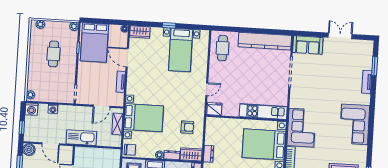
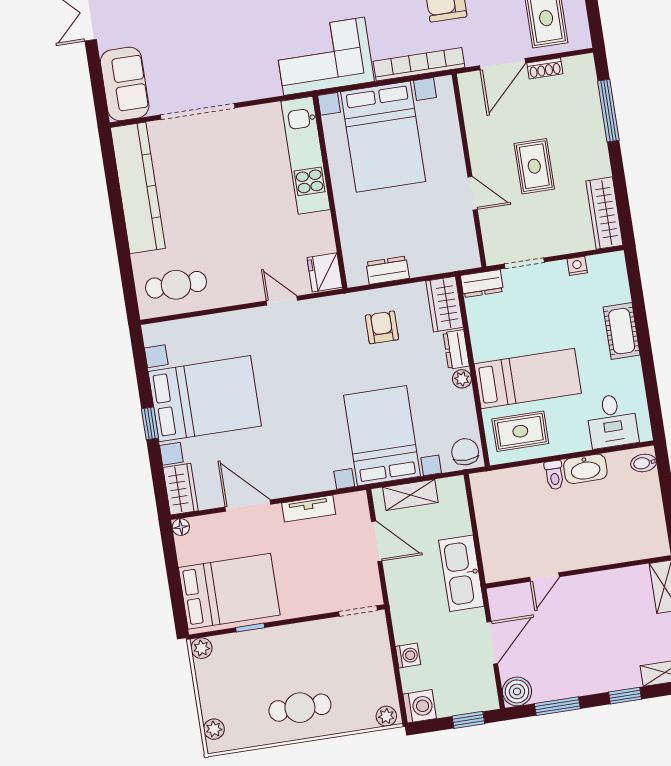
bed with nightstands: (181, 50) -> (205, 399), width x1.36
cafe table: (53, 54) -> (300, 708), moved
door: (127, 58) -> (248, 506), swing flipped
dresser: (209, 154) -> (388, 270), moved

